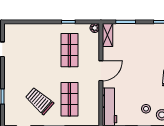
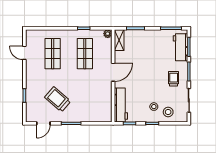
shop shelf: (69, 99) -> (53, 54), moved

